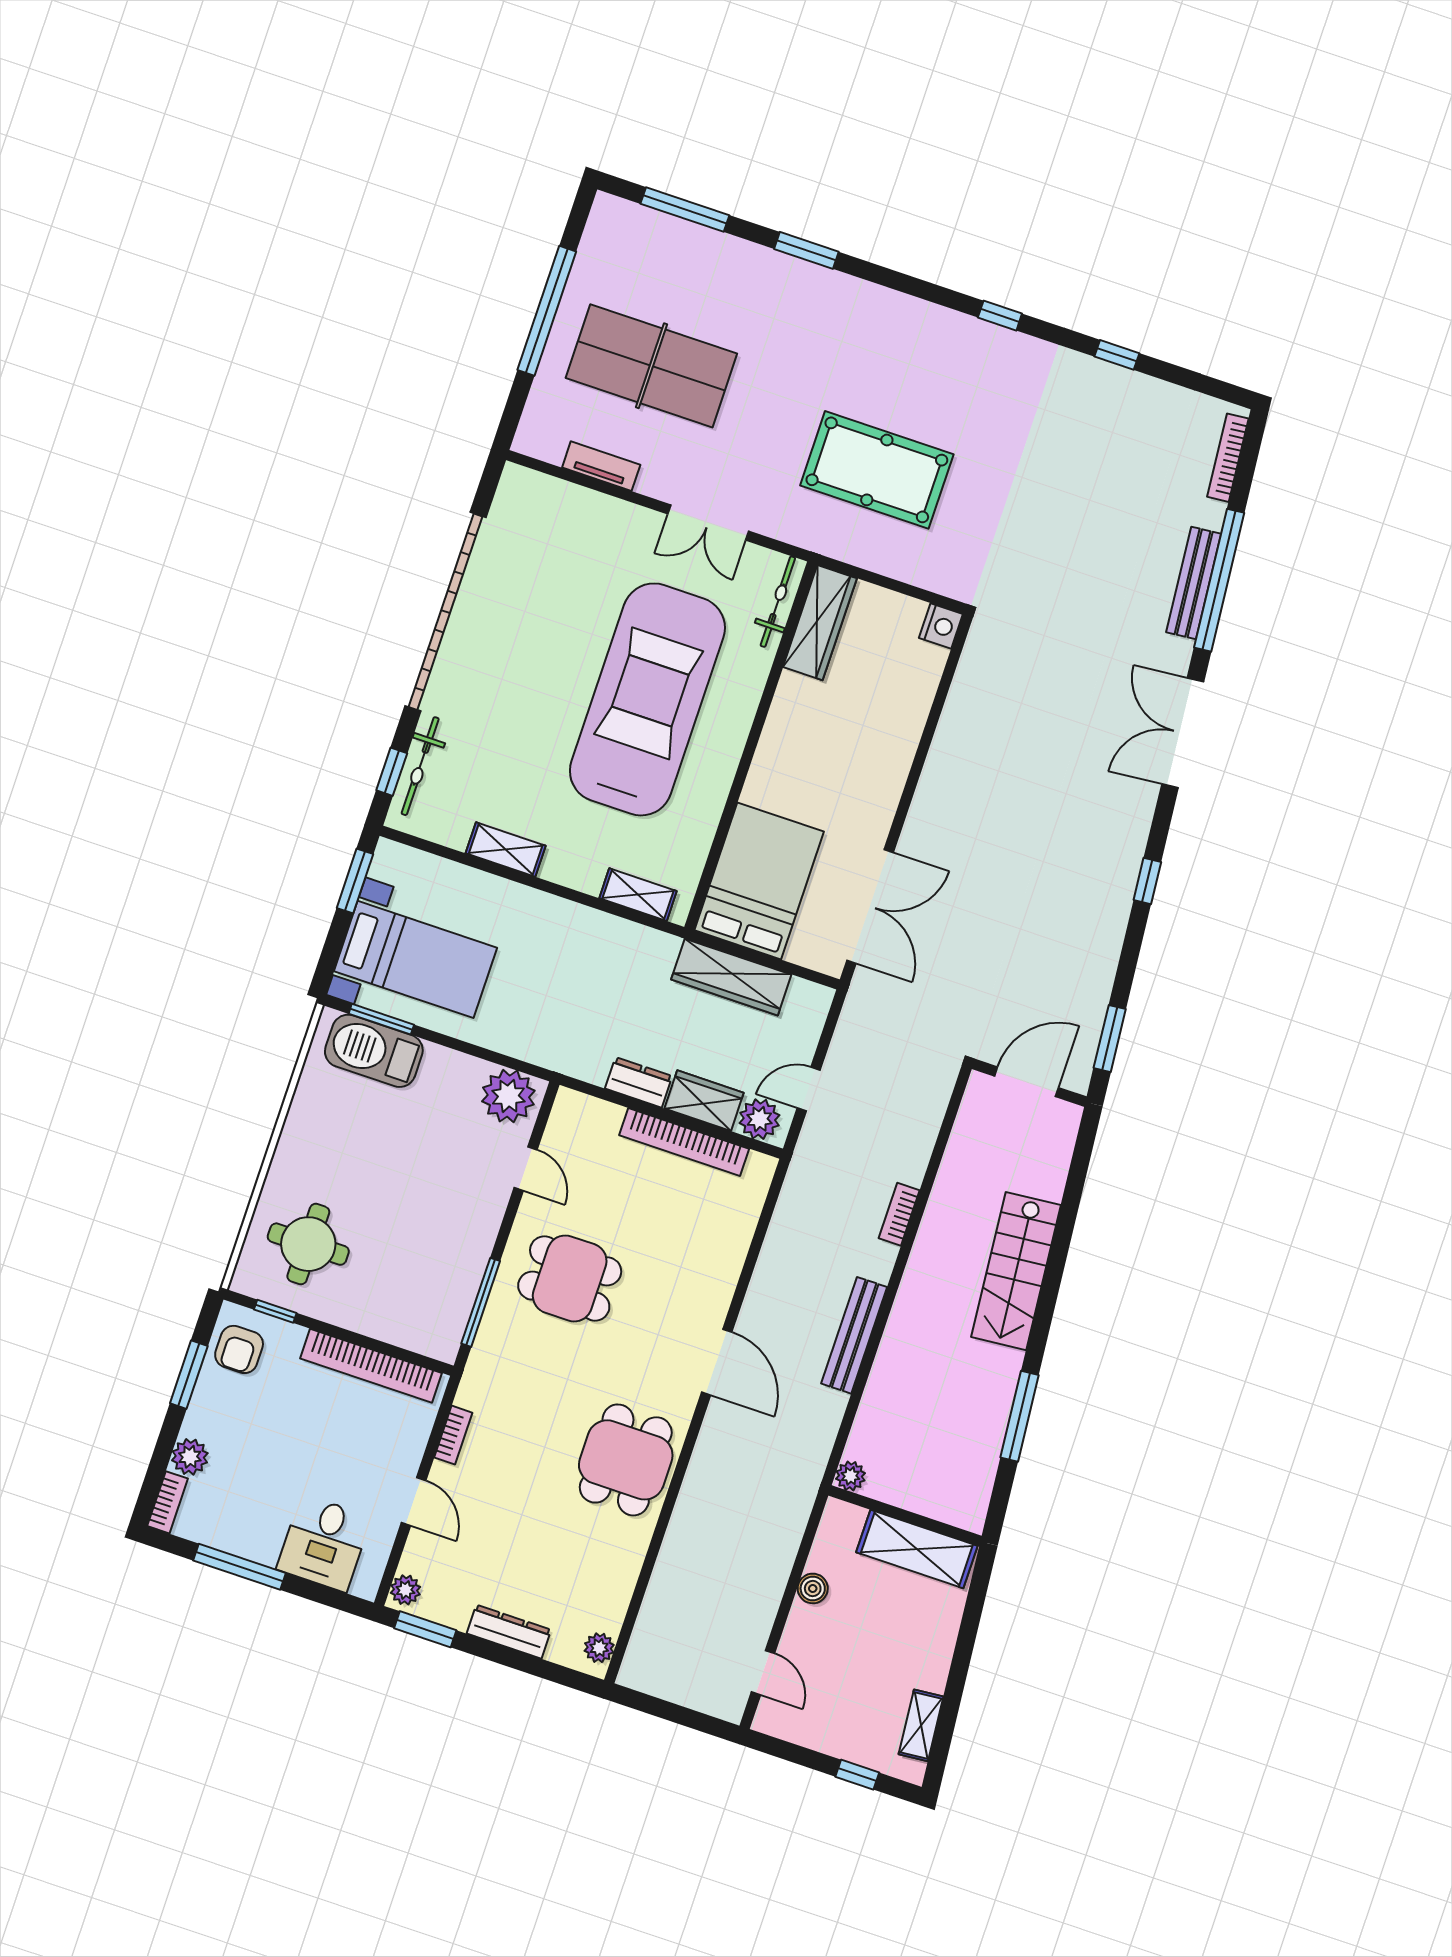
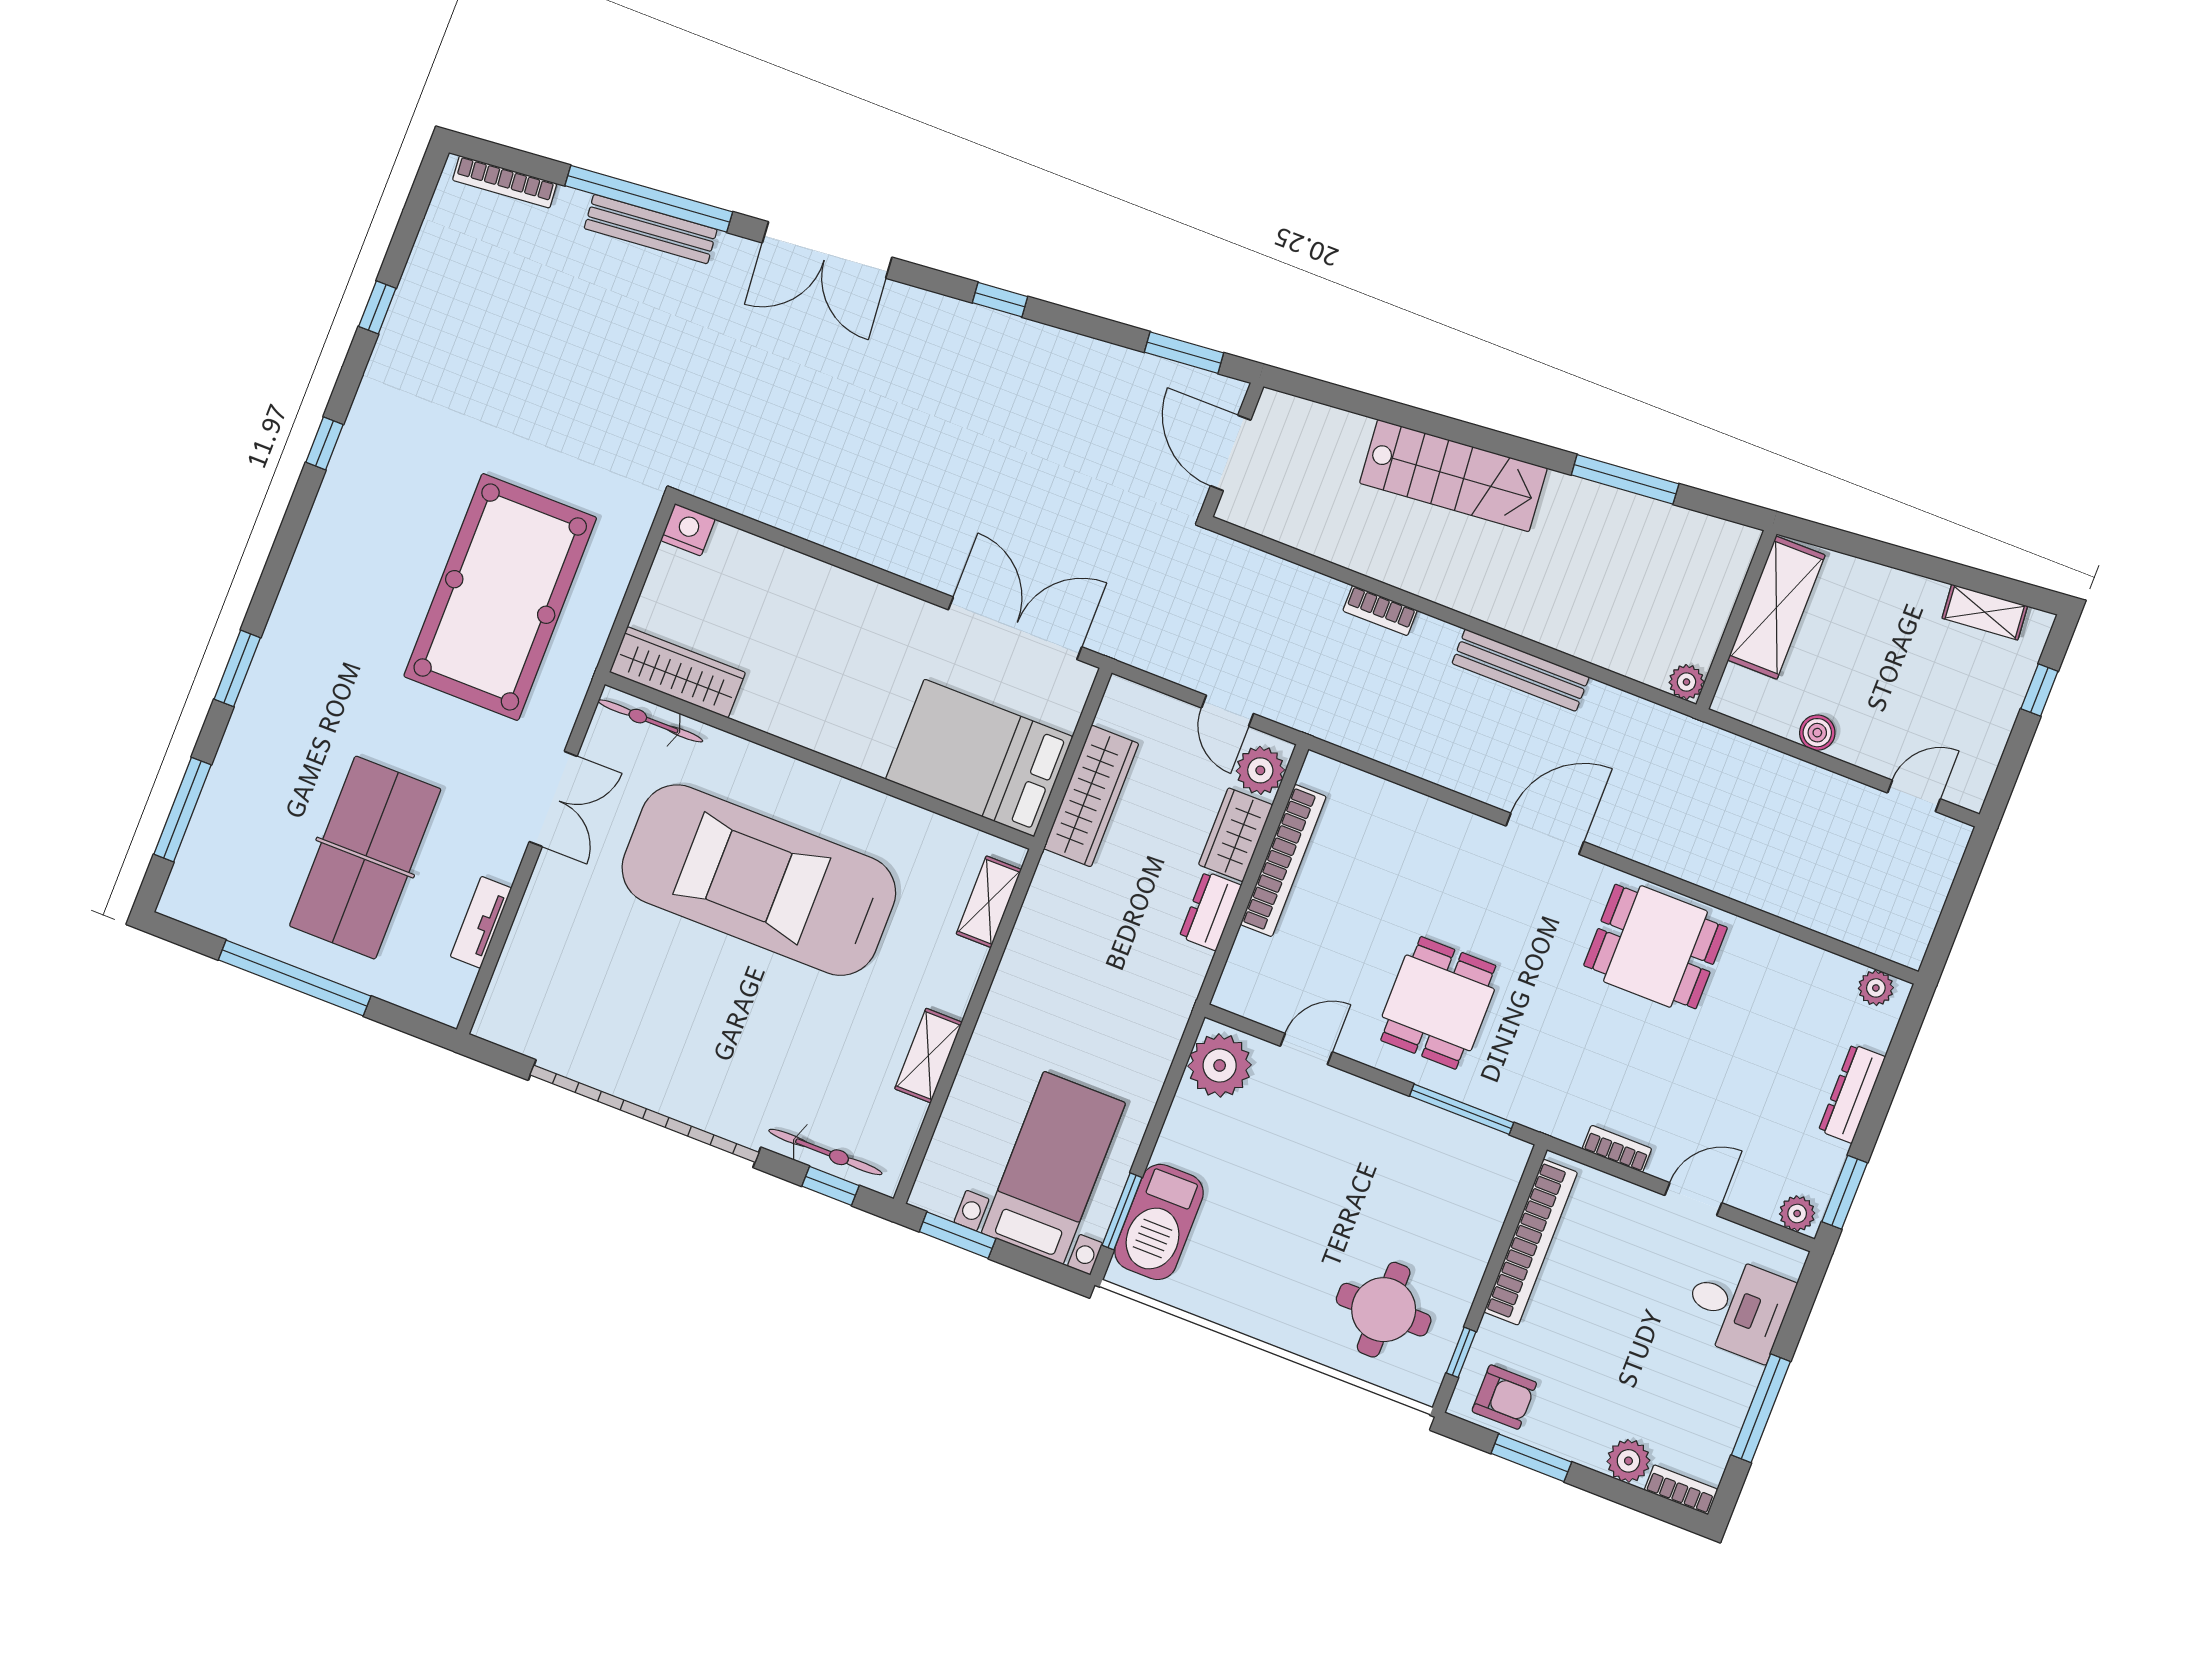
pool table: (877, 470) -> (500, 597), width x1.36, depth x1.32

